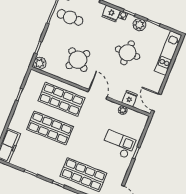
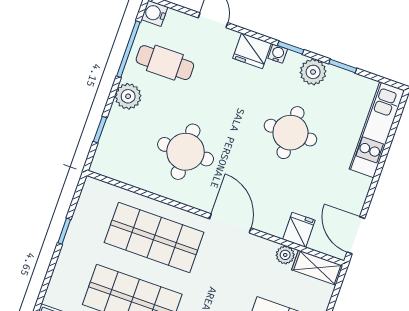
round table: (78, 60) -> (186, 152), turned -34
plant: (40, 63) -> (128, 96), moved
shelving: (137, 117) -> (317, 268), added

